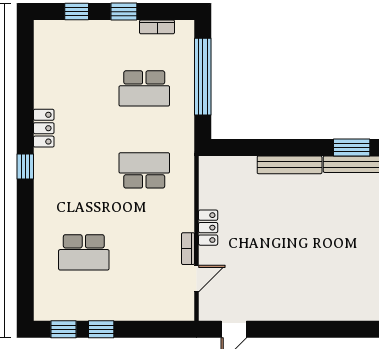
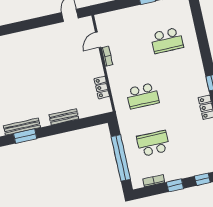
bench: (290, 165) -> (64, 117), width x0.73
locker: (208, 228) -> (102, 88), moved
school desk: (84, 252) -> (167, 40), turned 180

